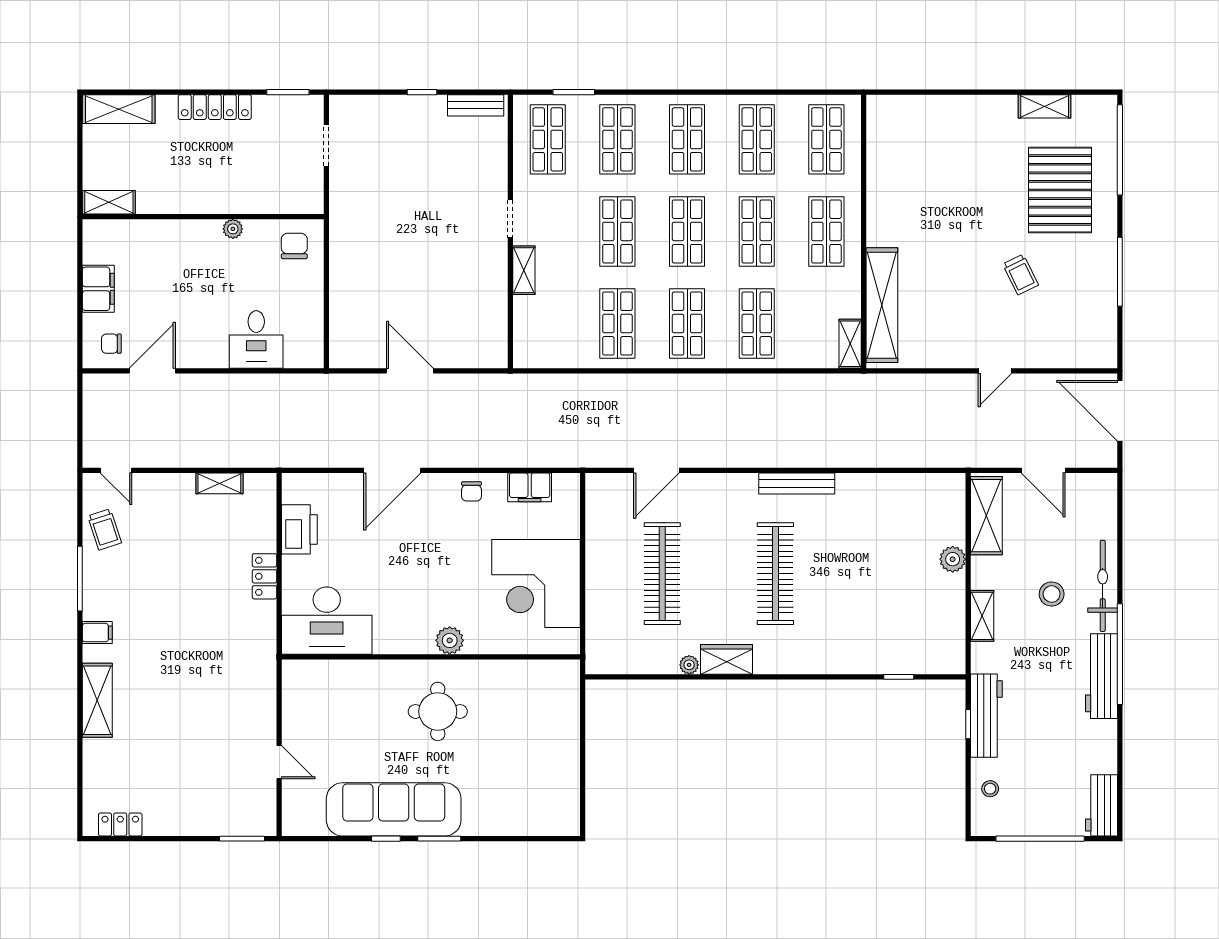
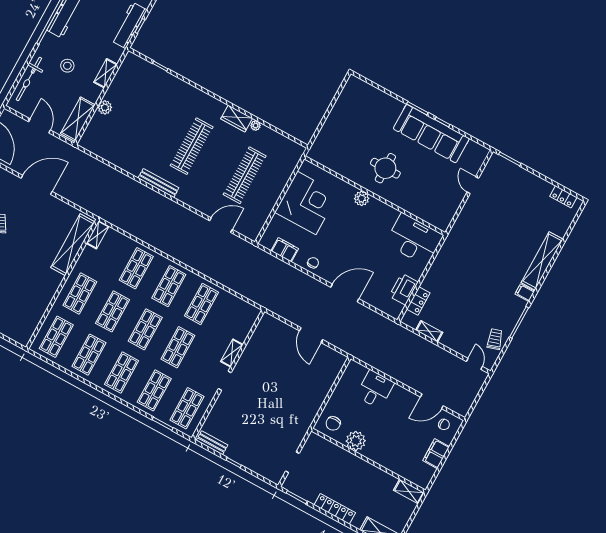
plant: (233, 229) -> (356, 441), width x1.88, depth x1.88
door: (995, 371) -> (37, 185), width x1.87
locker: (264, 576) -> (418, 301), moved
bicycle: (1103, 586) -> (29, 79), moved
shelving: (97, 700) -> (542, 261), width x1.47

